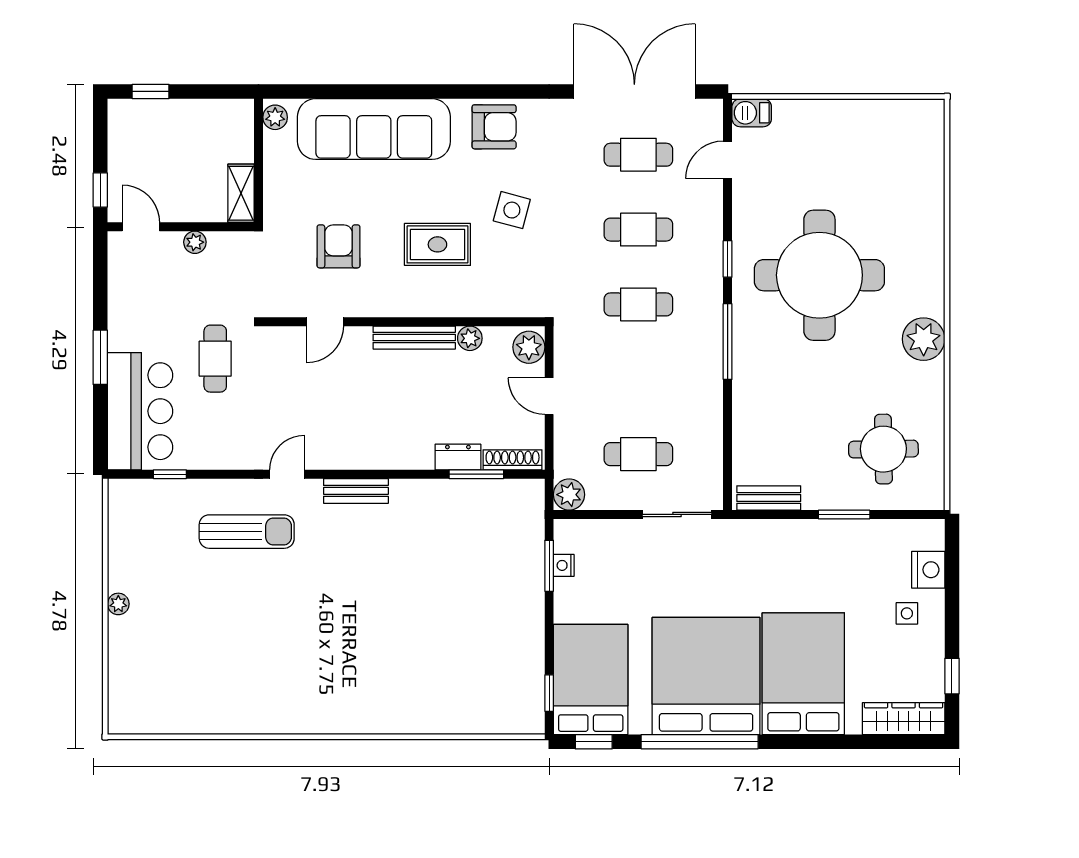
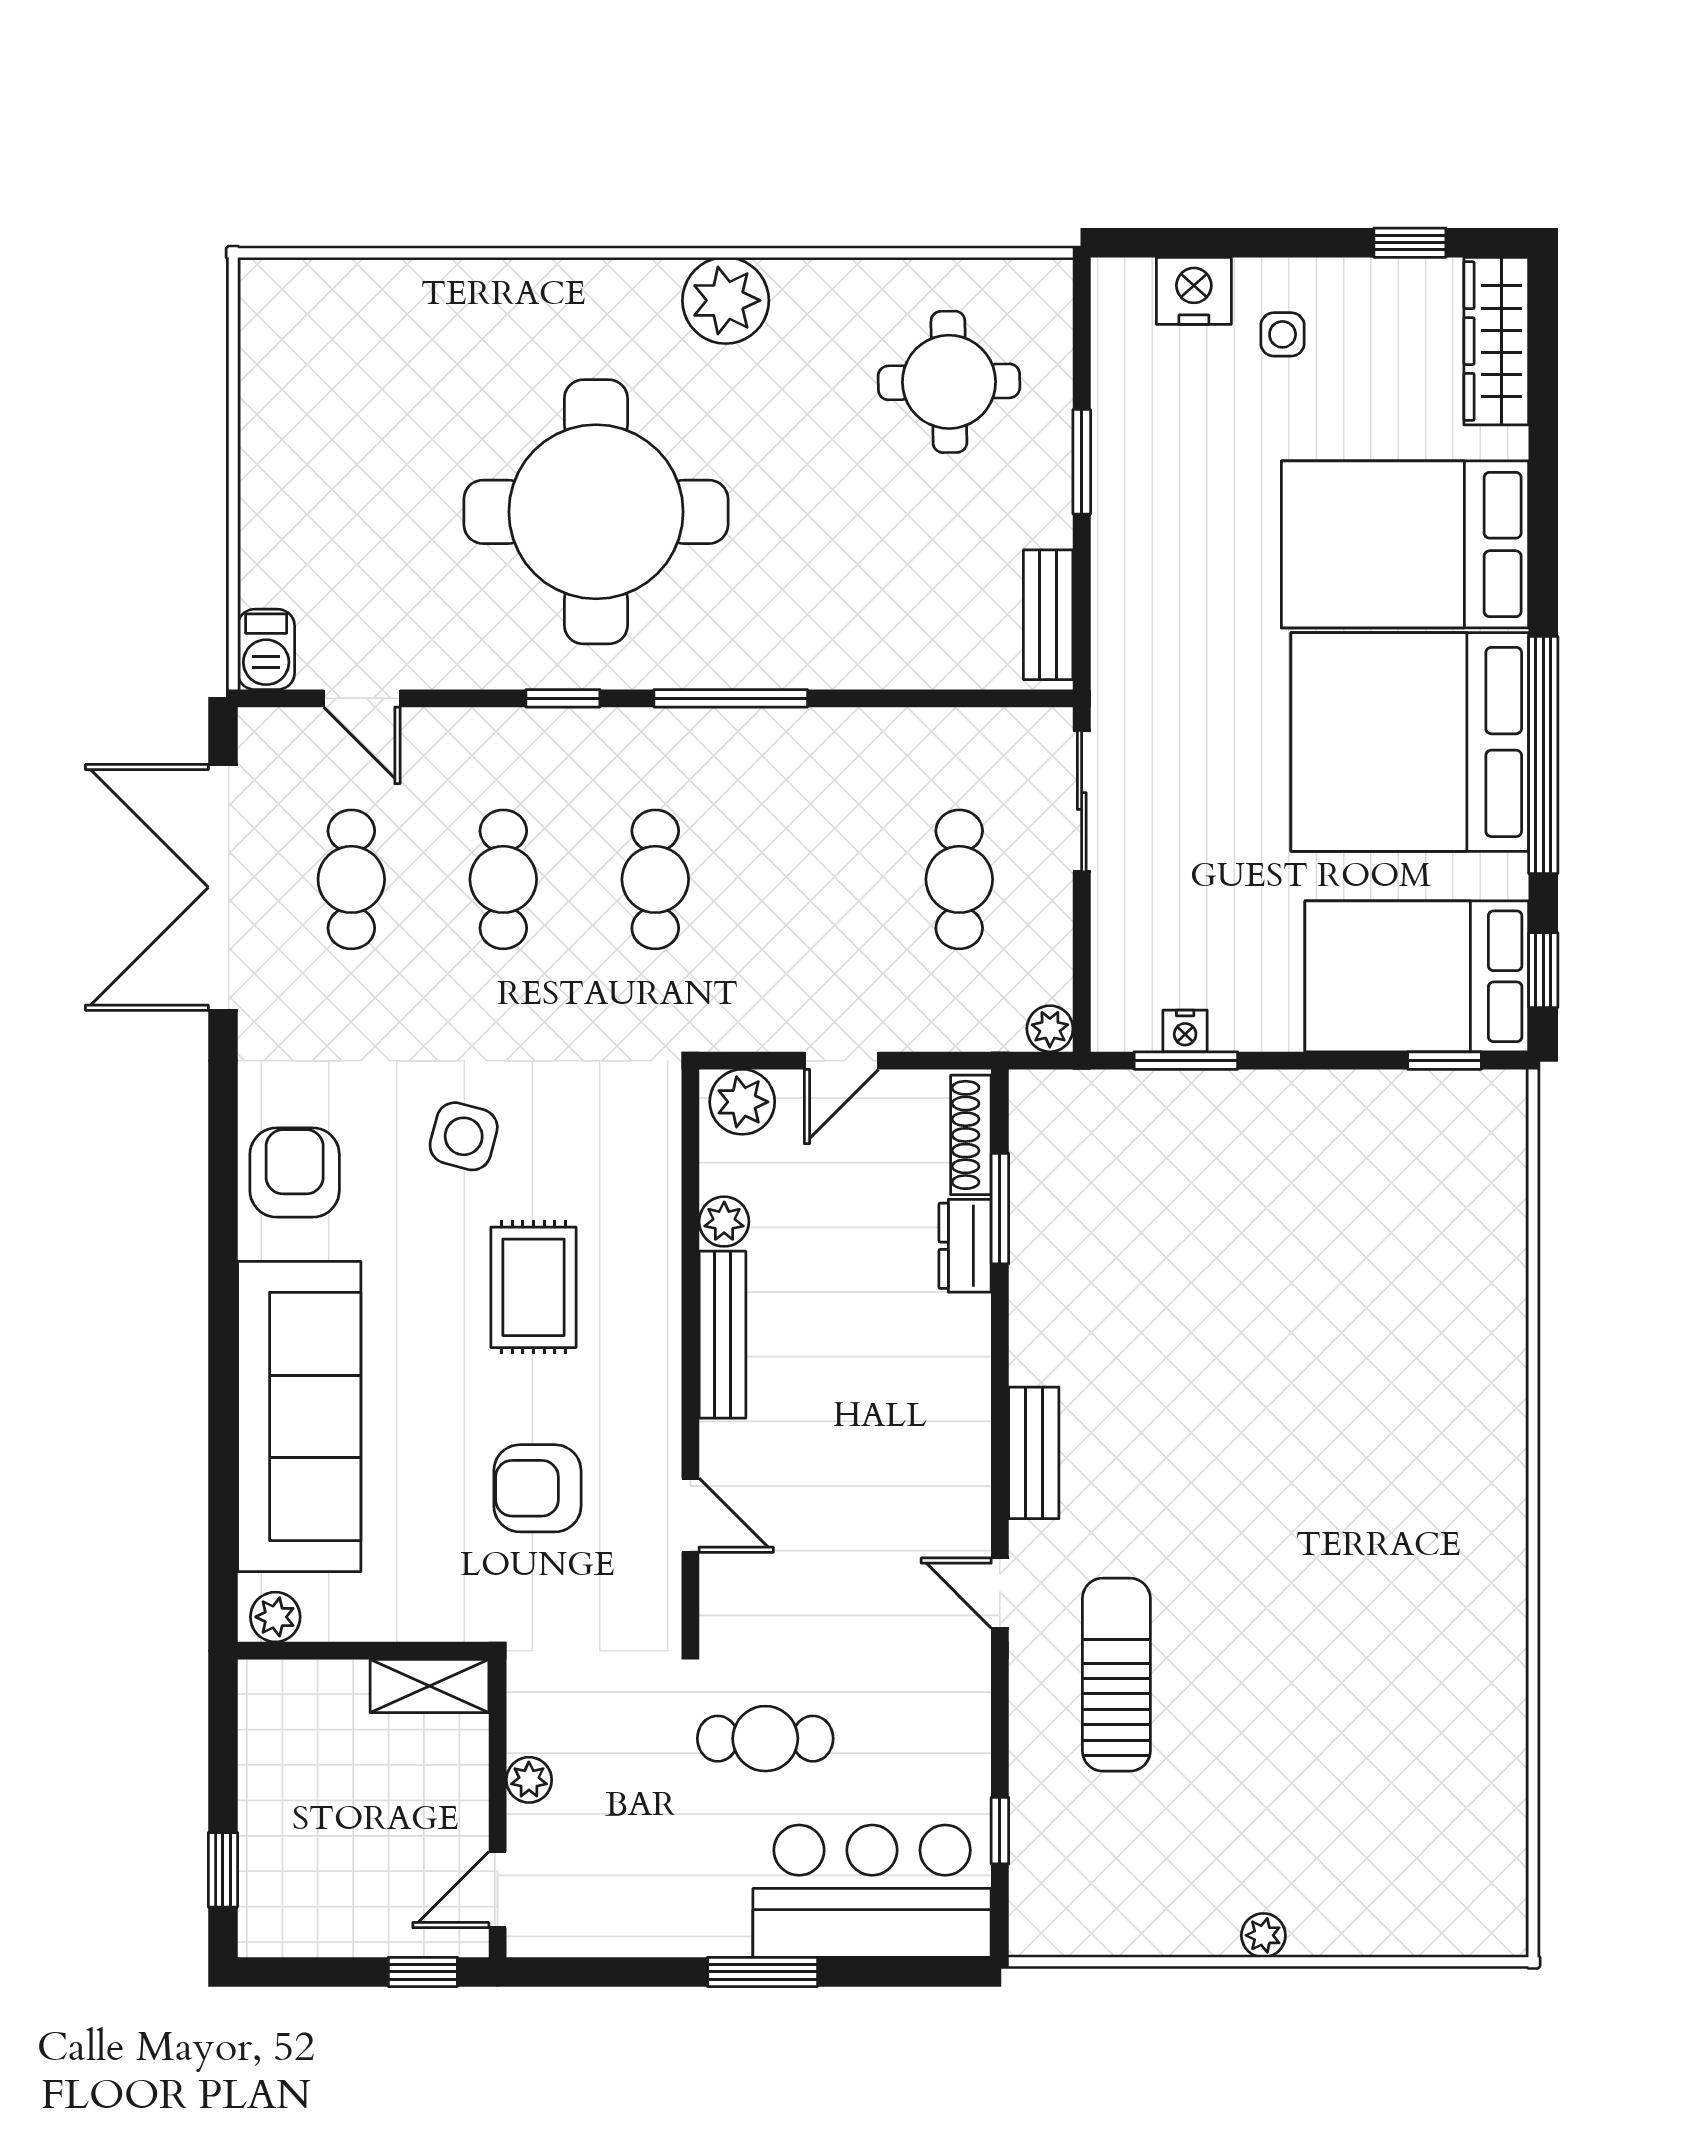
plant: (569, 495) -> (1050, 1029), width x0.73, depth x0.73

